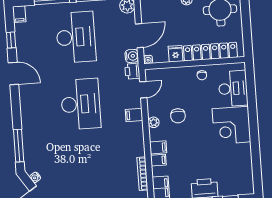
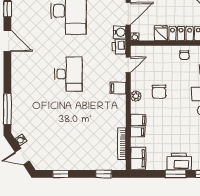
desk: (81, 104) -> (68, 74), width x0.73, depth x0.77

